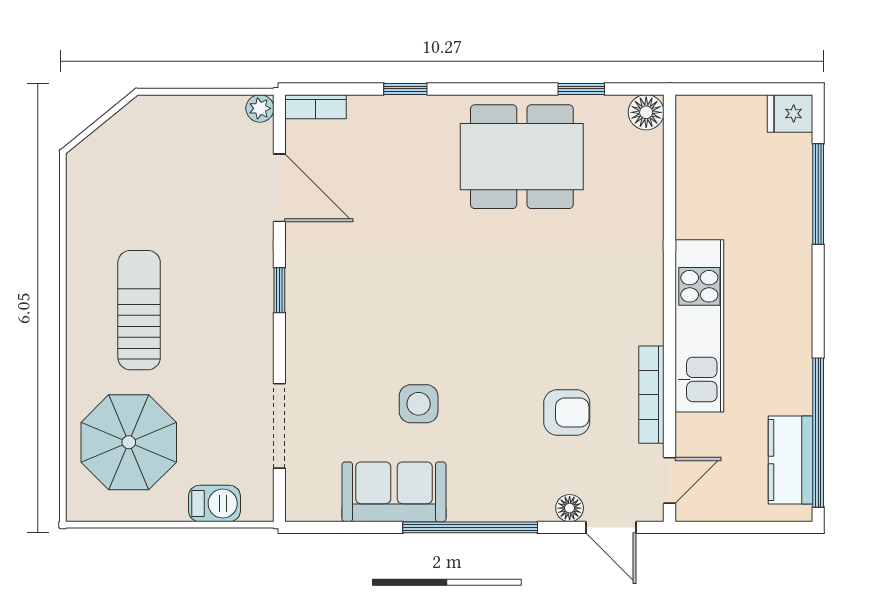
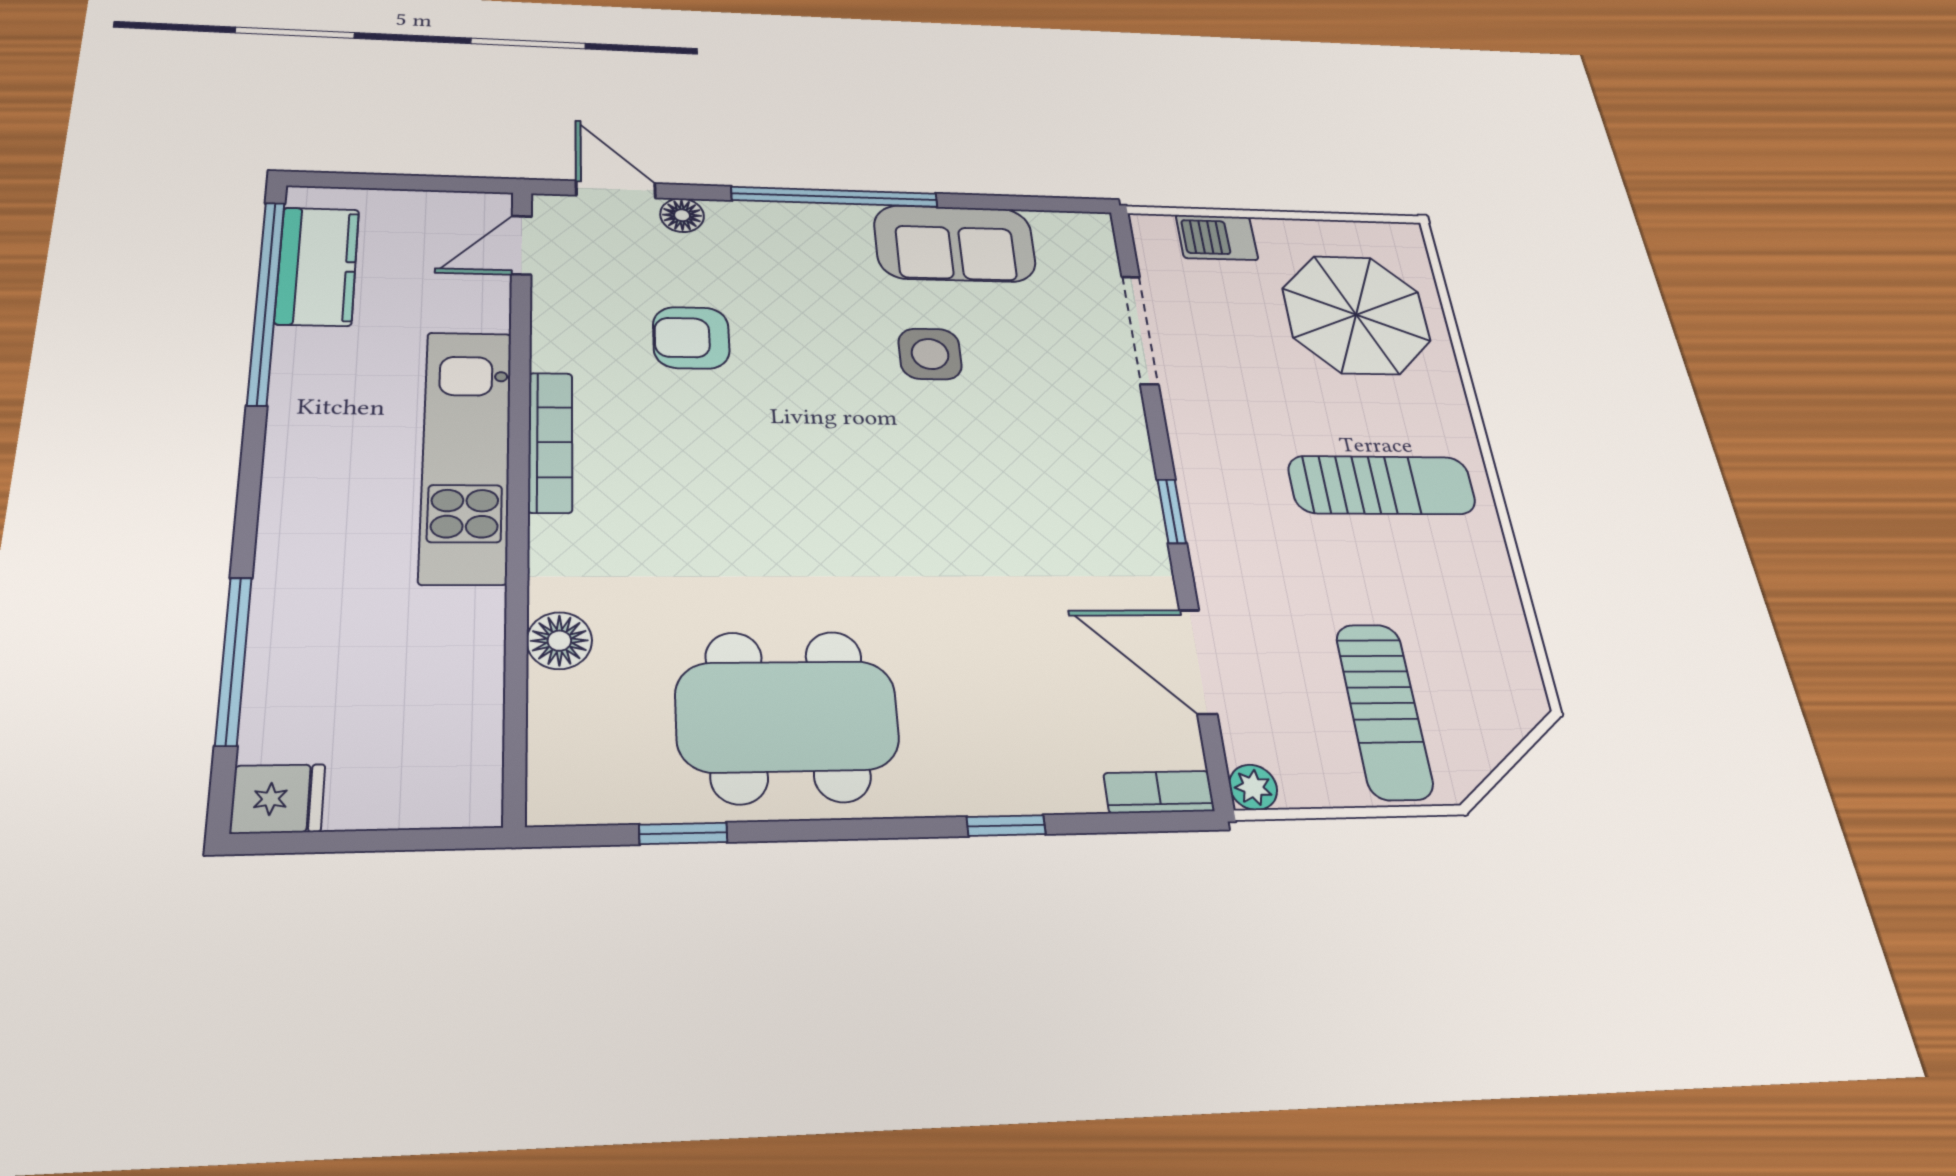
floor lamp: (646, 112) -> (559, 641), moved
sun lounger: (171, 155) -> (1384, 711), added
sun lounger: (139, 310) -> (1382, 485), turned -90
bookcase: (651, 395) -> (550, 442), moved

